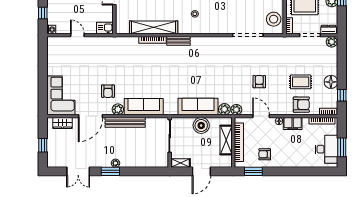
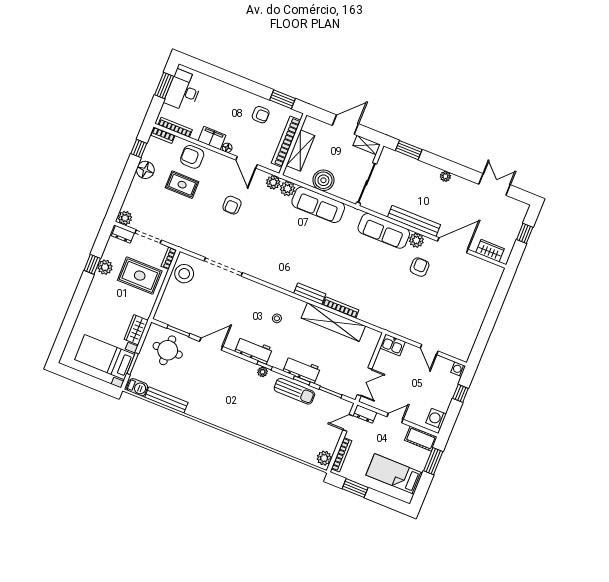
corner sofa: (61, 95) -> (479, 285), removed
window: (110, 171) -> (409, 150), moved

